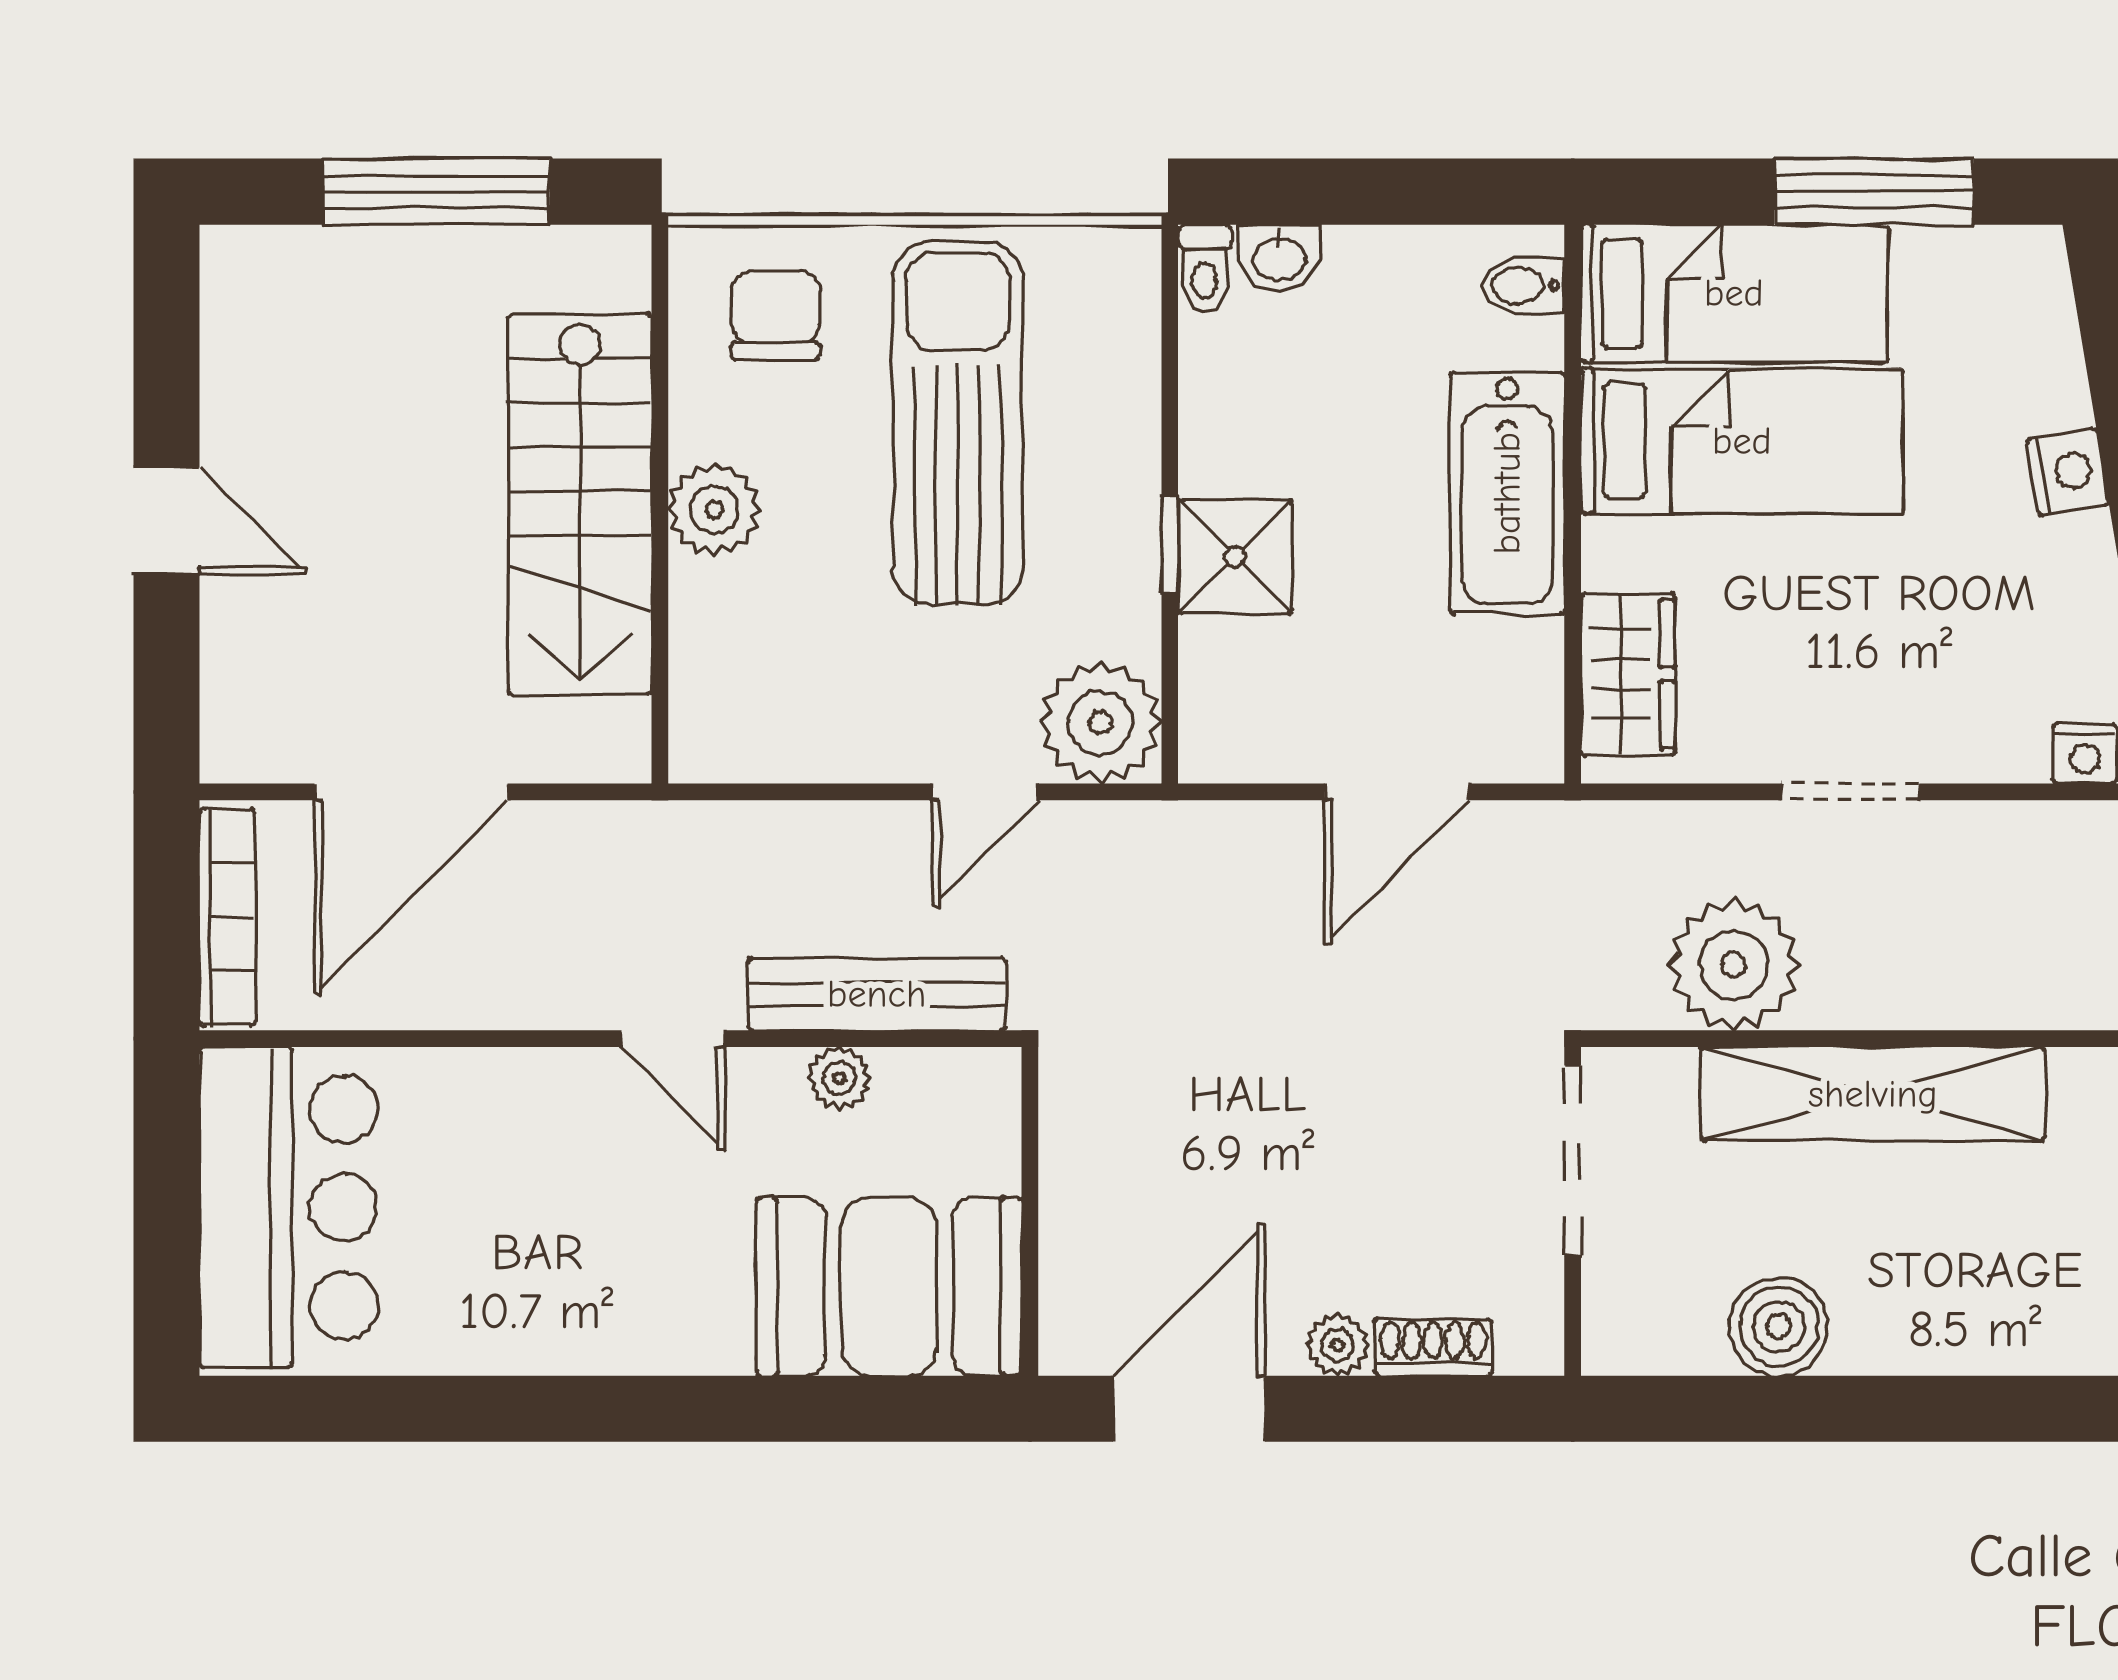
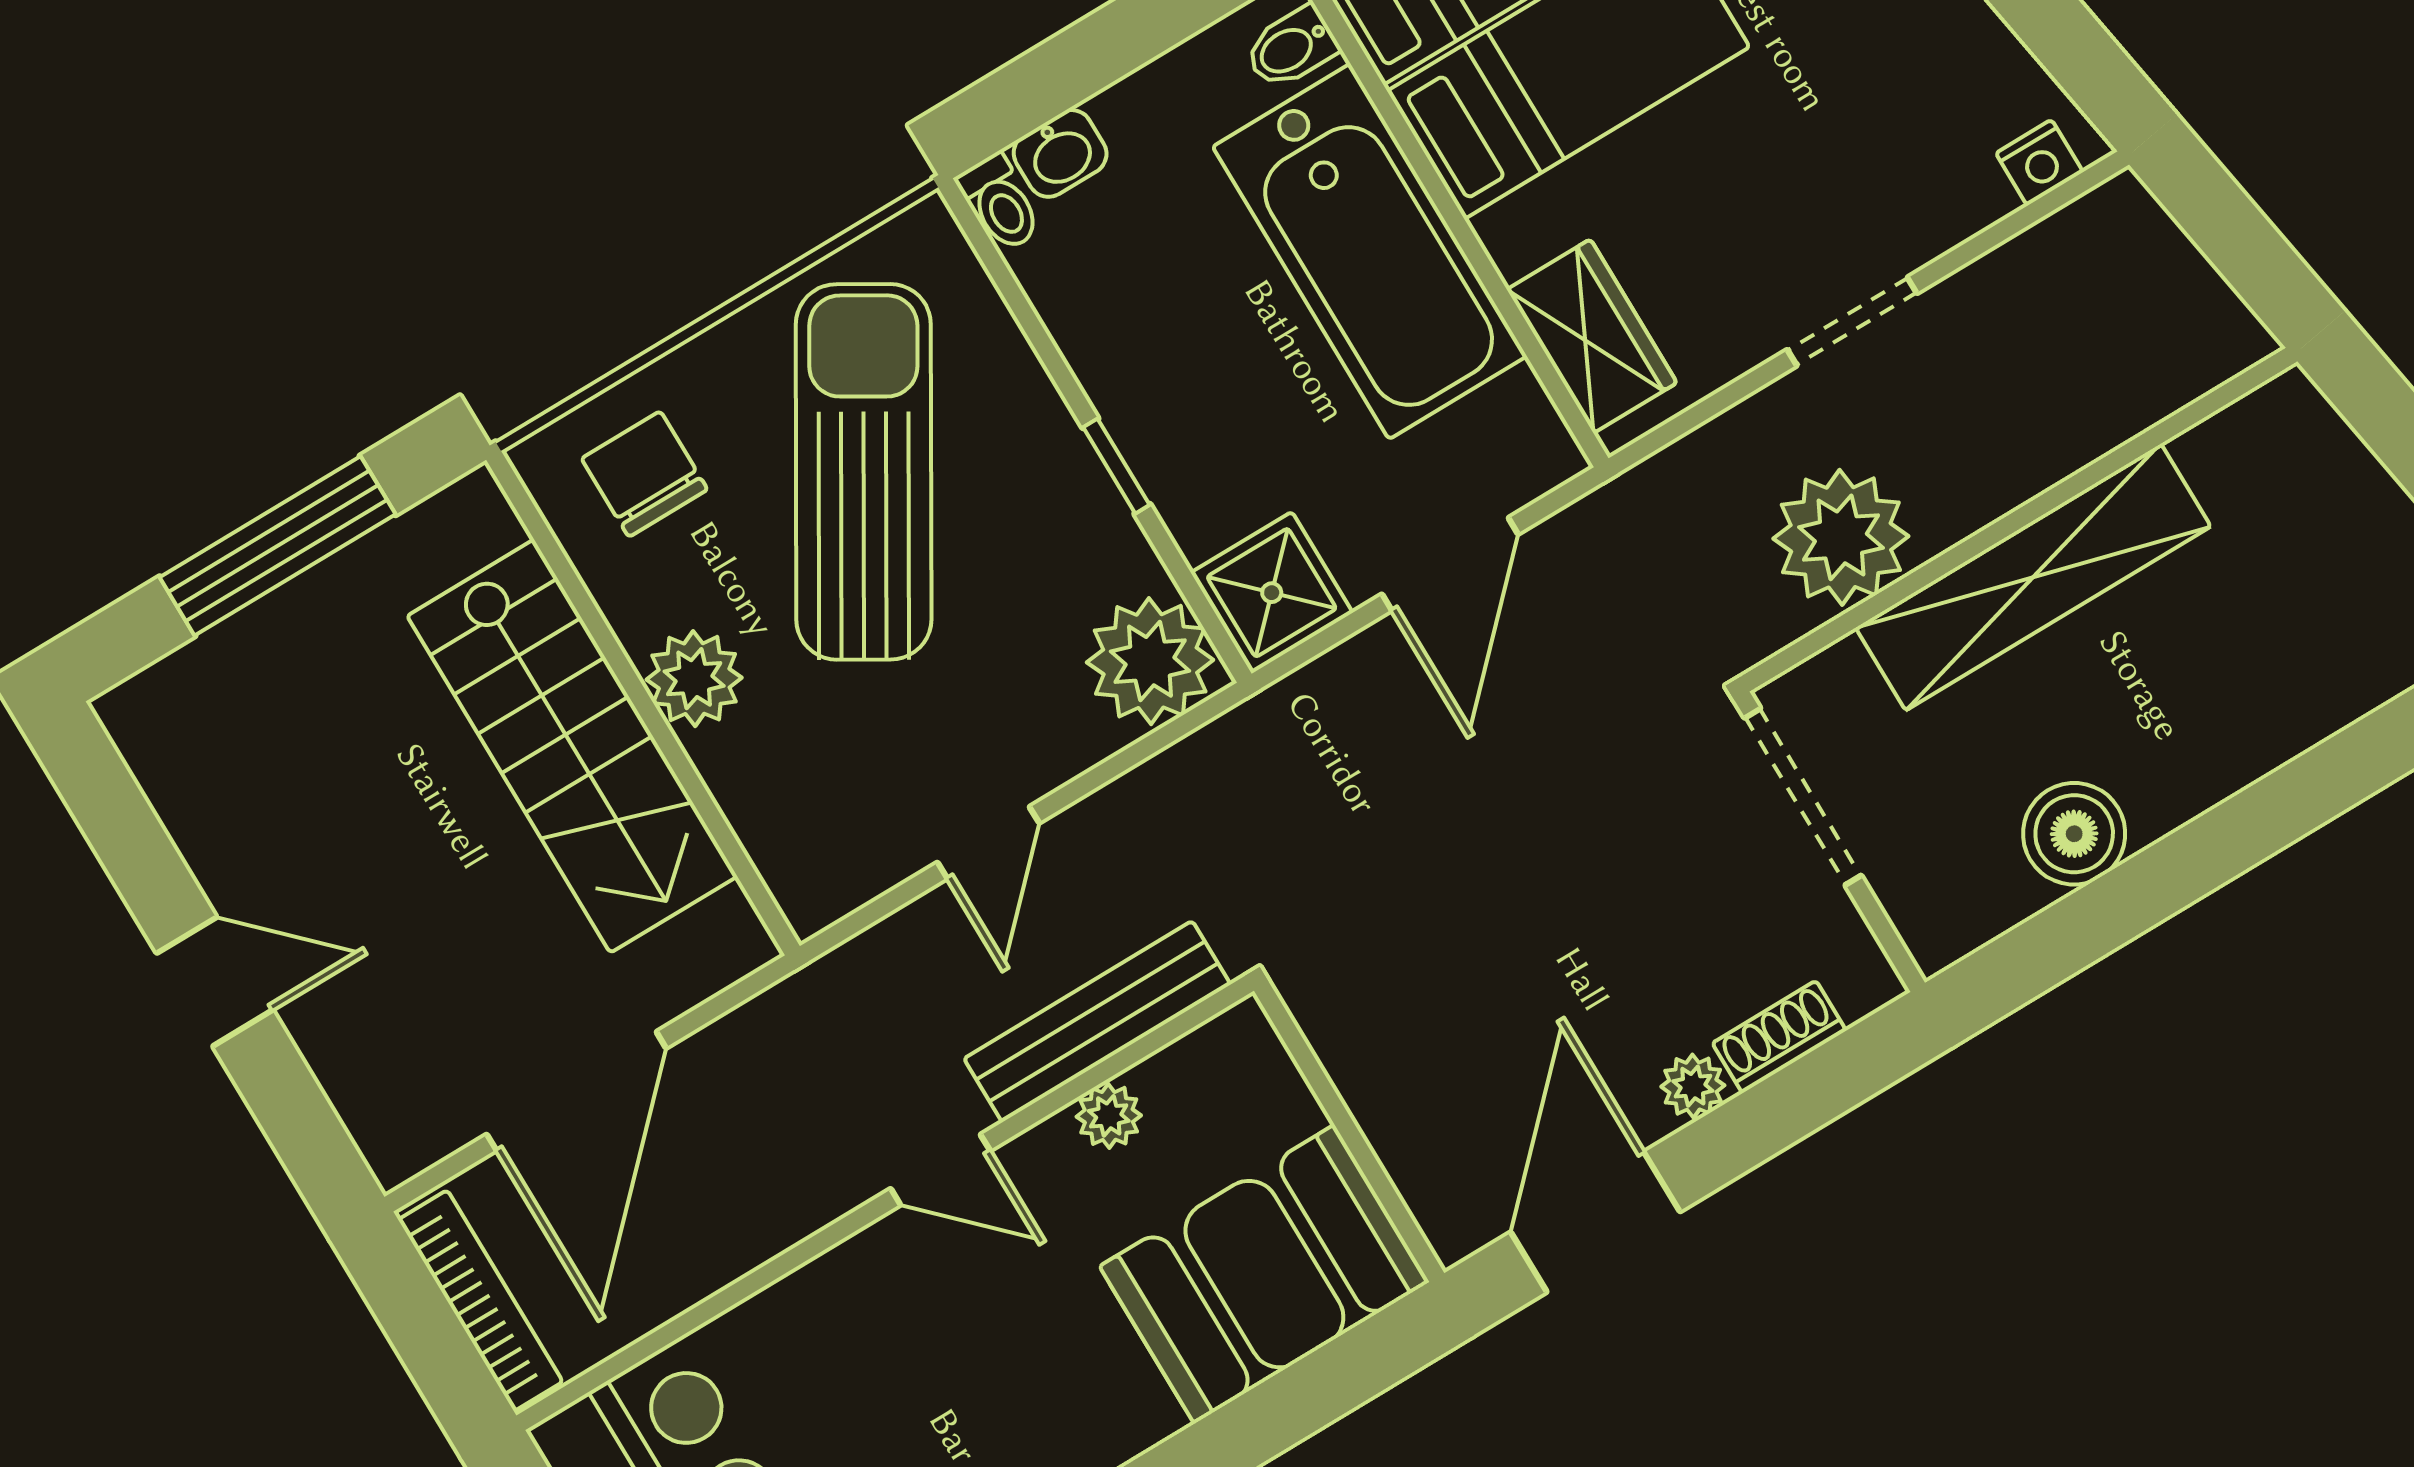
sun lounger: (958, 423) -> (864, 472), turned 31
bathtub: (1507, 493) -> (1370, 251), width x1.36, depth x1.36
shower: (1235, 557) -> (1272, 593), moved
door: (985, 792) -> (988, 843), moved

